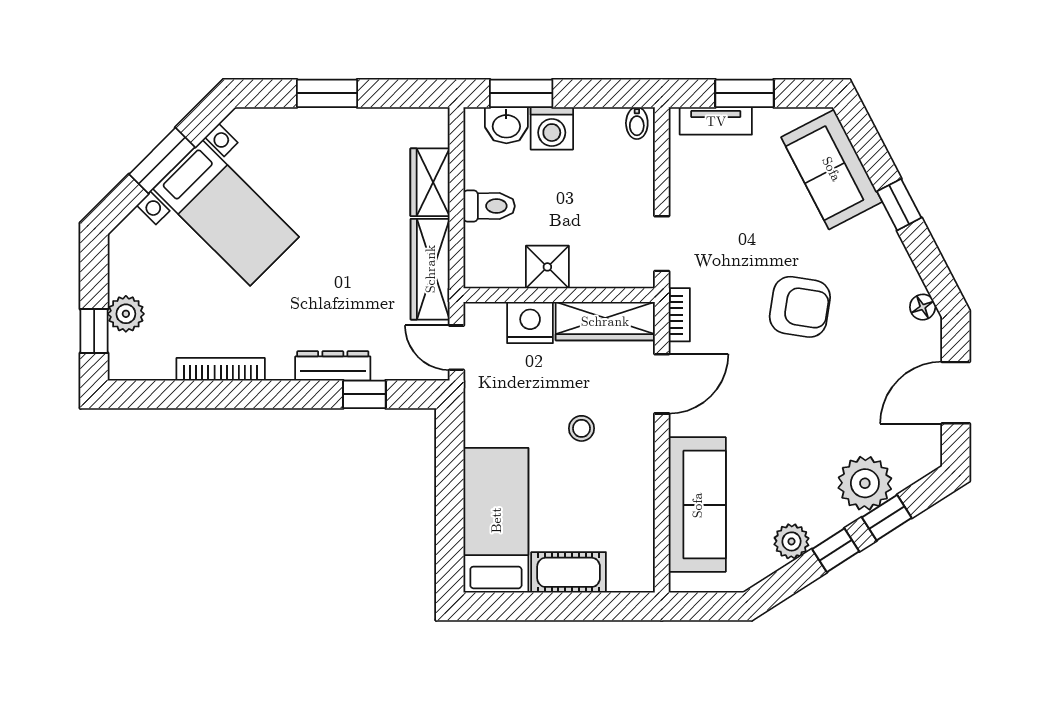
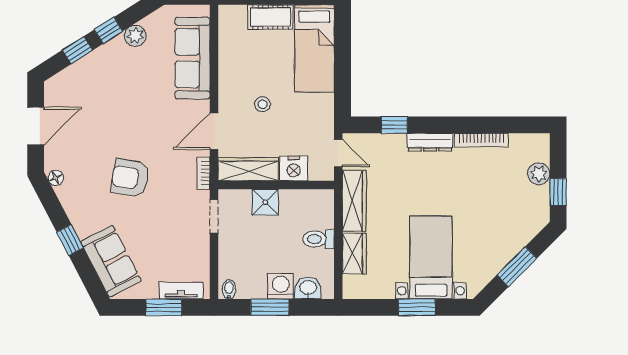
window: (521, 93) -> (270, 307), moved
bed with nightstands: (226, 213) -> (431, 257), moved, turned 45
shower: (547, 267) -> (265, 202), moved
window: (94, 331) -> (558, 192), moved
dresser: (333, 366) -> (430, 142), moved
plant: (865, 483) -> (91, 71), removed

